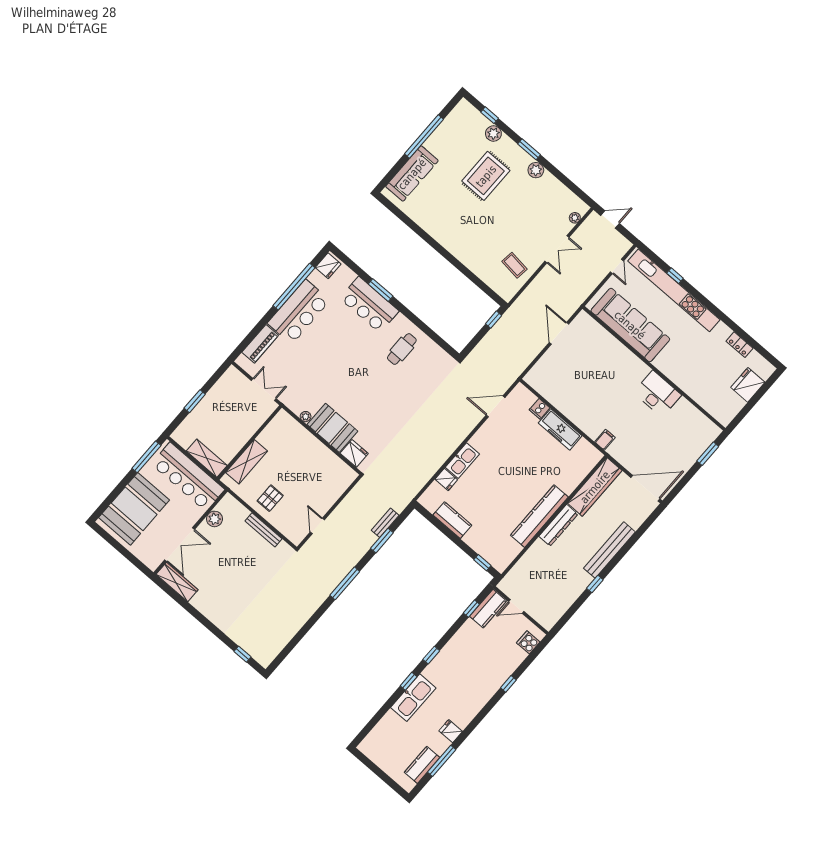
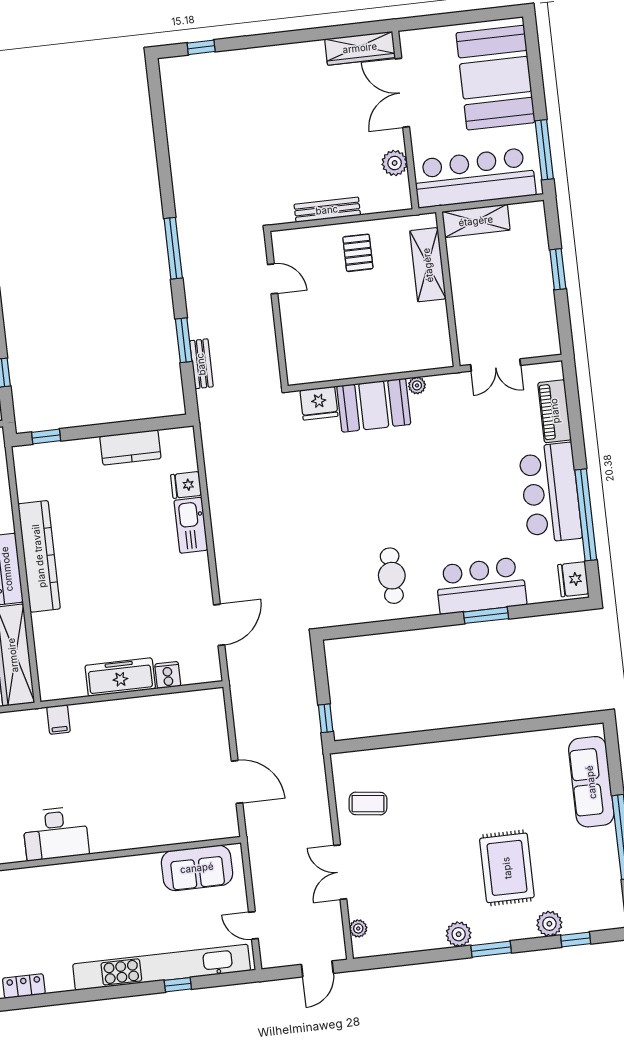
sofa: (630, 325) -> (197, 868), width x0.54, depth x0.79

